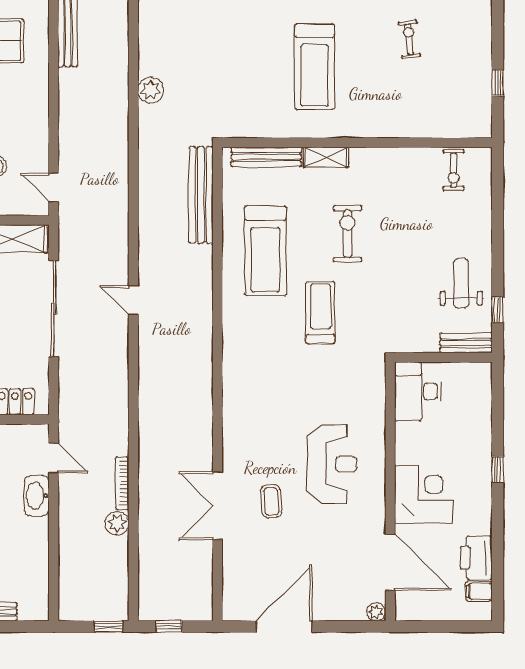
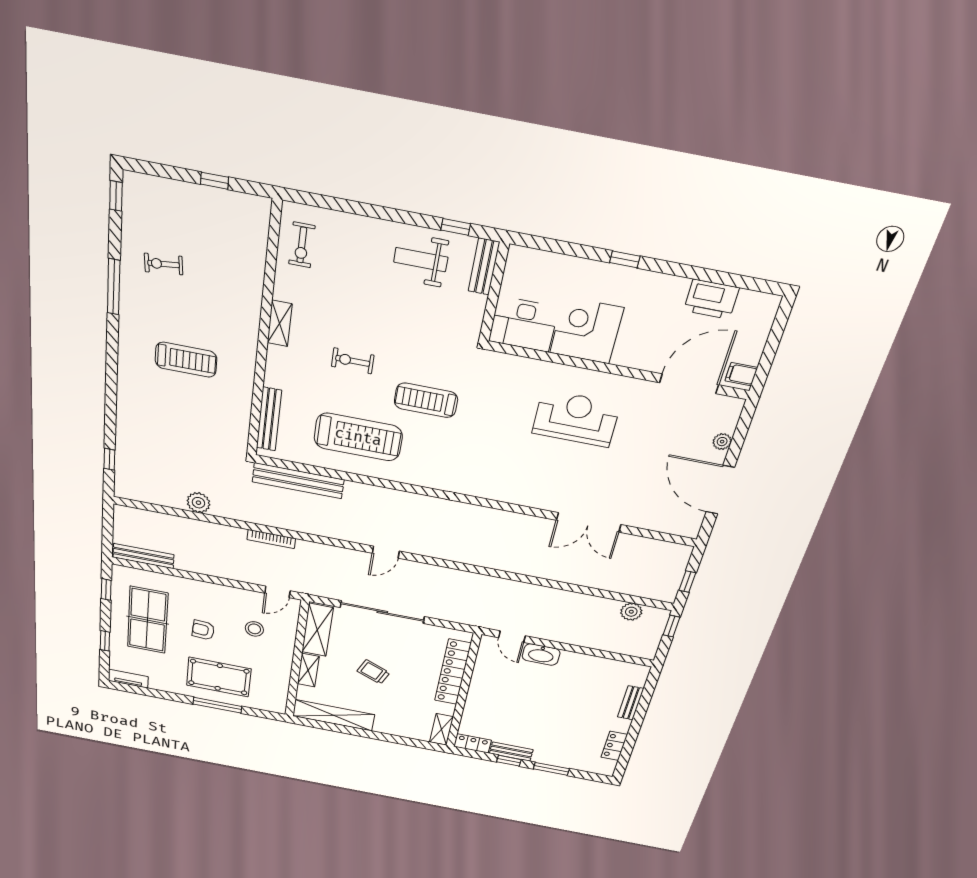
treadmill: (315, 67) -> (186, 360), width x0.73, depth x0.73
shelving: (326, 157) -> (280, 323), moved
exercise bike: (453, 170) -> (302, 245), turned 90
exercise bike: (347, 234) -> (353, 361), width x0.73, depth x0.72
door: (54, 458) -> (512, 637), swing flipped
bookcase: (122, 483) -> (271, 539), moved
corner desk: (424, 494) -> (587, 330), moved
coffee table: (271, 501) -> (597, 478), removed
plant: (117, 523) -> (631, 612), moved
filing cabinet: (479, 591) -> (741, 374), moved, turned 90
plant: (376, 612) -> (722, 442), moved

